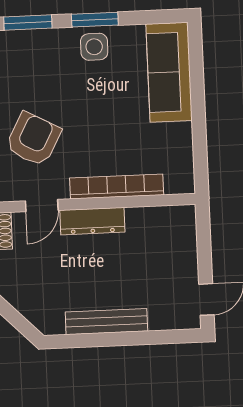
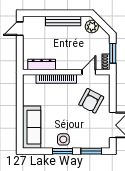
dresser: (92, 221) -> (42, 64), moved
plant: (39, 312) -> (92, 27), added

